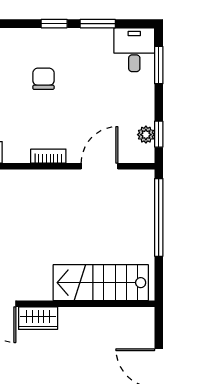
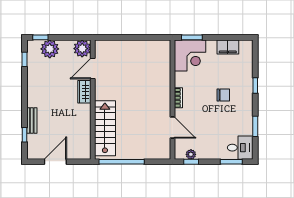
window: (54, 24) -> (255, 85), moved
window: (159, 217) -> (122, 162), moved

